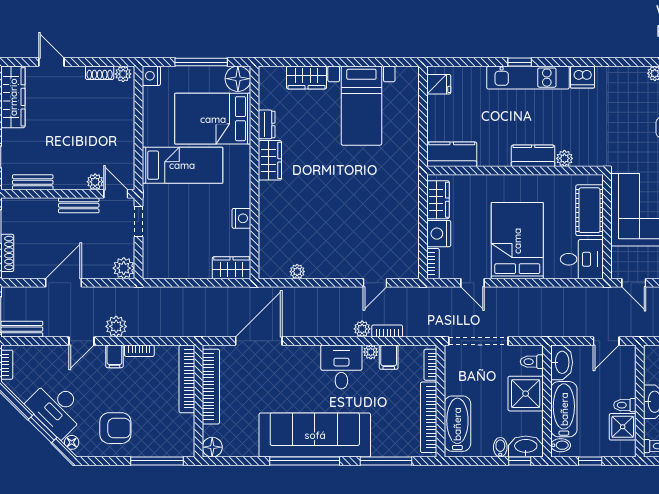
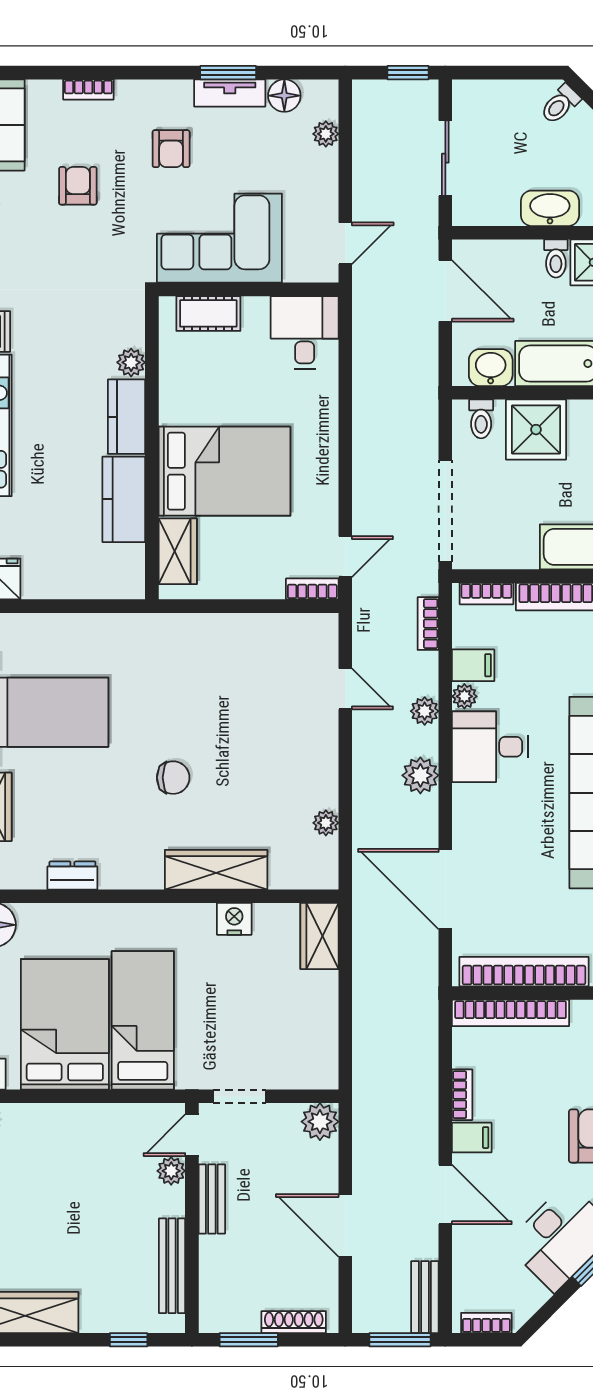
bed: (213, 119) -> (65, 1024), moved, turned 180
kitchen counter: (452, 154) -> (124, 499), moved
wardrobe: (270, 160) -> (216, 870), moved, width x1.50
bench: (33, 182) -> (172, 1266), width x1.36
chair: (323, 183) -> (173, 778), added
wardrobe: (438, 200) -> (178, 551), moved, turned 90
cot: (590, 210) -> (208, 313), width x0.73, depth x0.75
nightstand: (439, 234) -> (261, 579), removed
bed: (517, 241) -> (224, 471), moved, turned 180
door: (473, 283) -> (345, 557), moved
plant: (116, 326) -> (420, 775), moved
bookcase: (387, 331) -> (428, 624), moved
door: (82, 341) -> (445, 1194), width x1.38
door: (606, 341) -> (445, 291), width x1.38
washbasin: (562, 362) -> (491, 368), width x0.72

